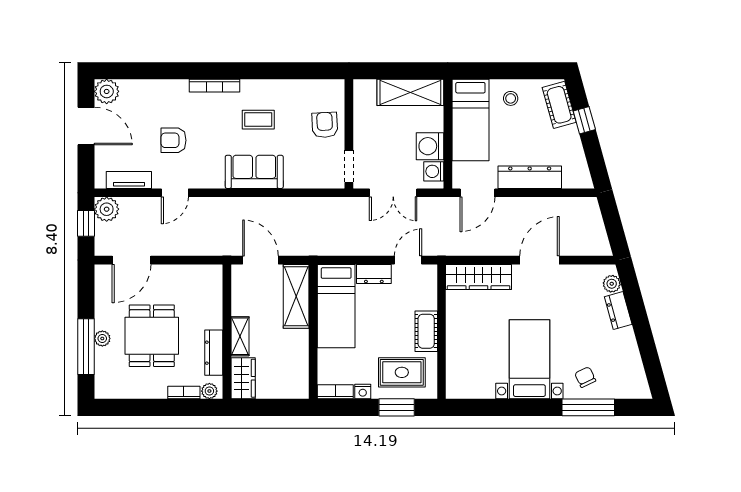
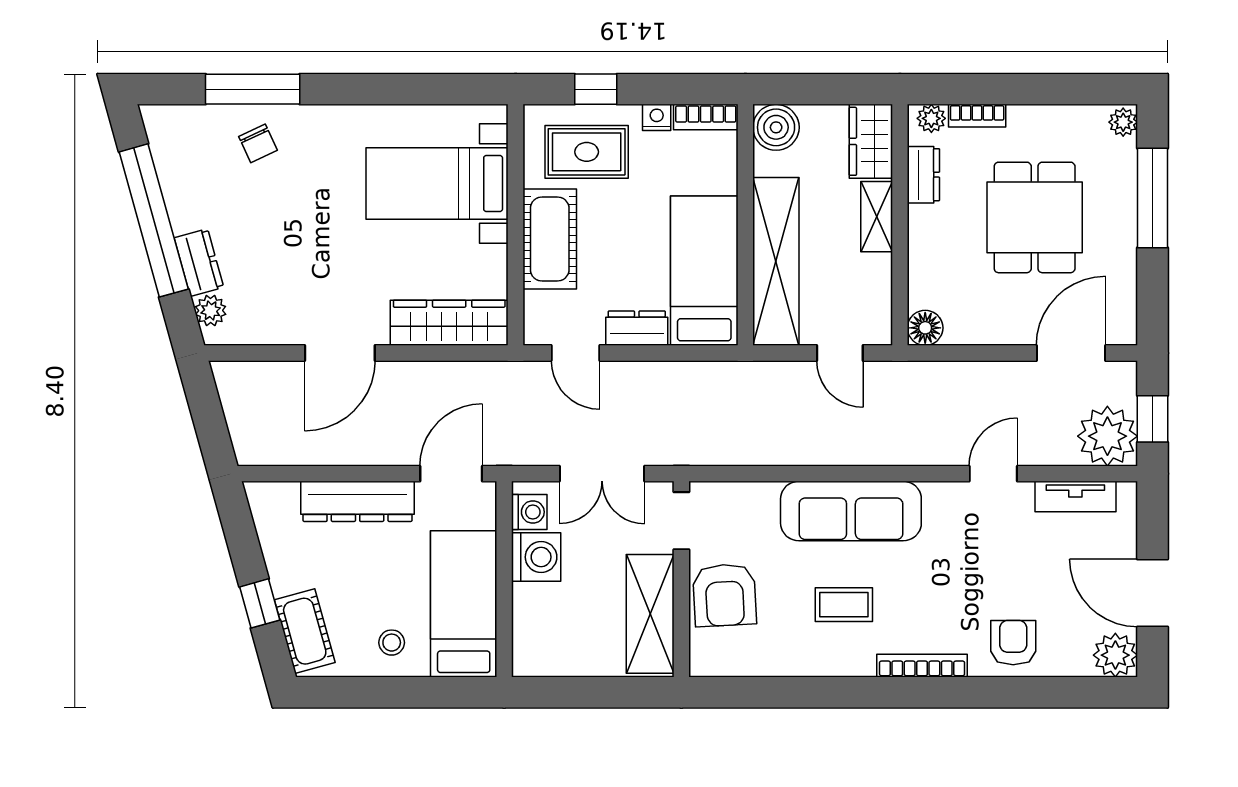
shelving: (410, 92) -> (650, 614), moved, turned 90
armchair: (325, 125) -> (725, 595), width x1.38, depth x1.38
armchair: (173, 140) -> (1013, 643), moved, turned -90
sofa: (254, 172) -> (851, 511), width x1.36
double door: (393, 193) -> (602, 474), swing flipped
plant: (107, 209) -> (1107, 436), width x1.36, depth x1.36
door: (260, 260) -> (840, 353), width x0.73
door: (408, 260) -> (576, 353), hinge flipped
floor lamp: (213, 274) -> (925, 328), added
shelving: (296, 296) -> (776, 261), width x1.47
cot: (426, 331) -> (550, 239), width x1.37, depth x1.34
window: (643, 334) -> (154, 220), added
plant: (102, 339) -> (1123, 122), moved
dresser: (214, 353) -> (923, 175), width x0.70
bed with nightstands: (529, 359) -> (437, 184), moved, turned 90
boiler: (296, 386) -> (776, 127), added
window: (397, 407) -> (596, 89), width x0.67

